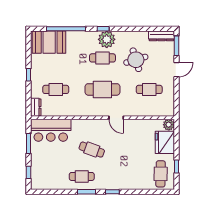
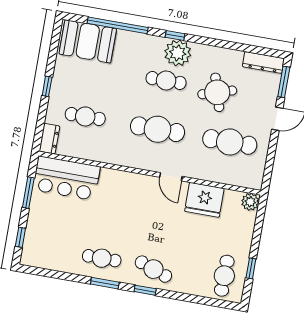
cafe table: (149, 89) -> (230, 142), width x1.37, depth x1.35
fridge: (165, 142) -> (204, 200), moved, turned -90
cafe table: (92, 150) -> (153, 269), moved

